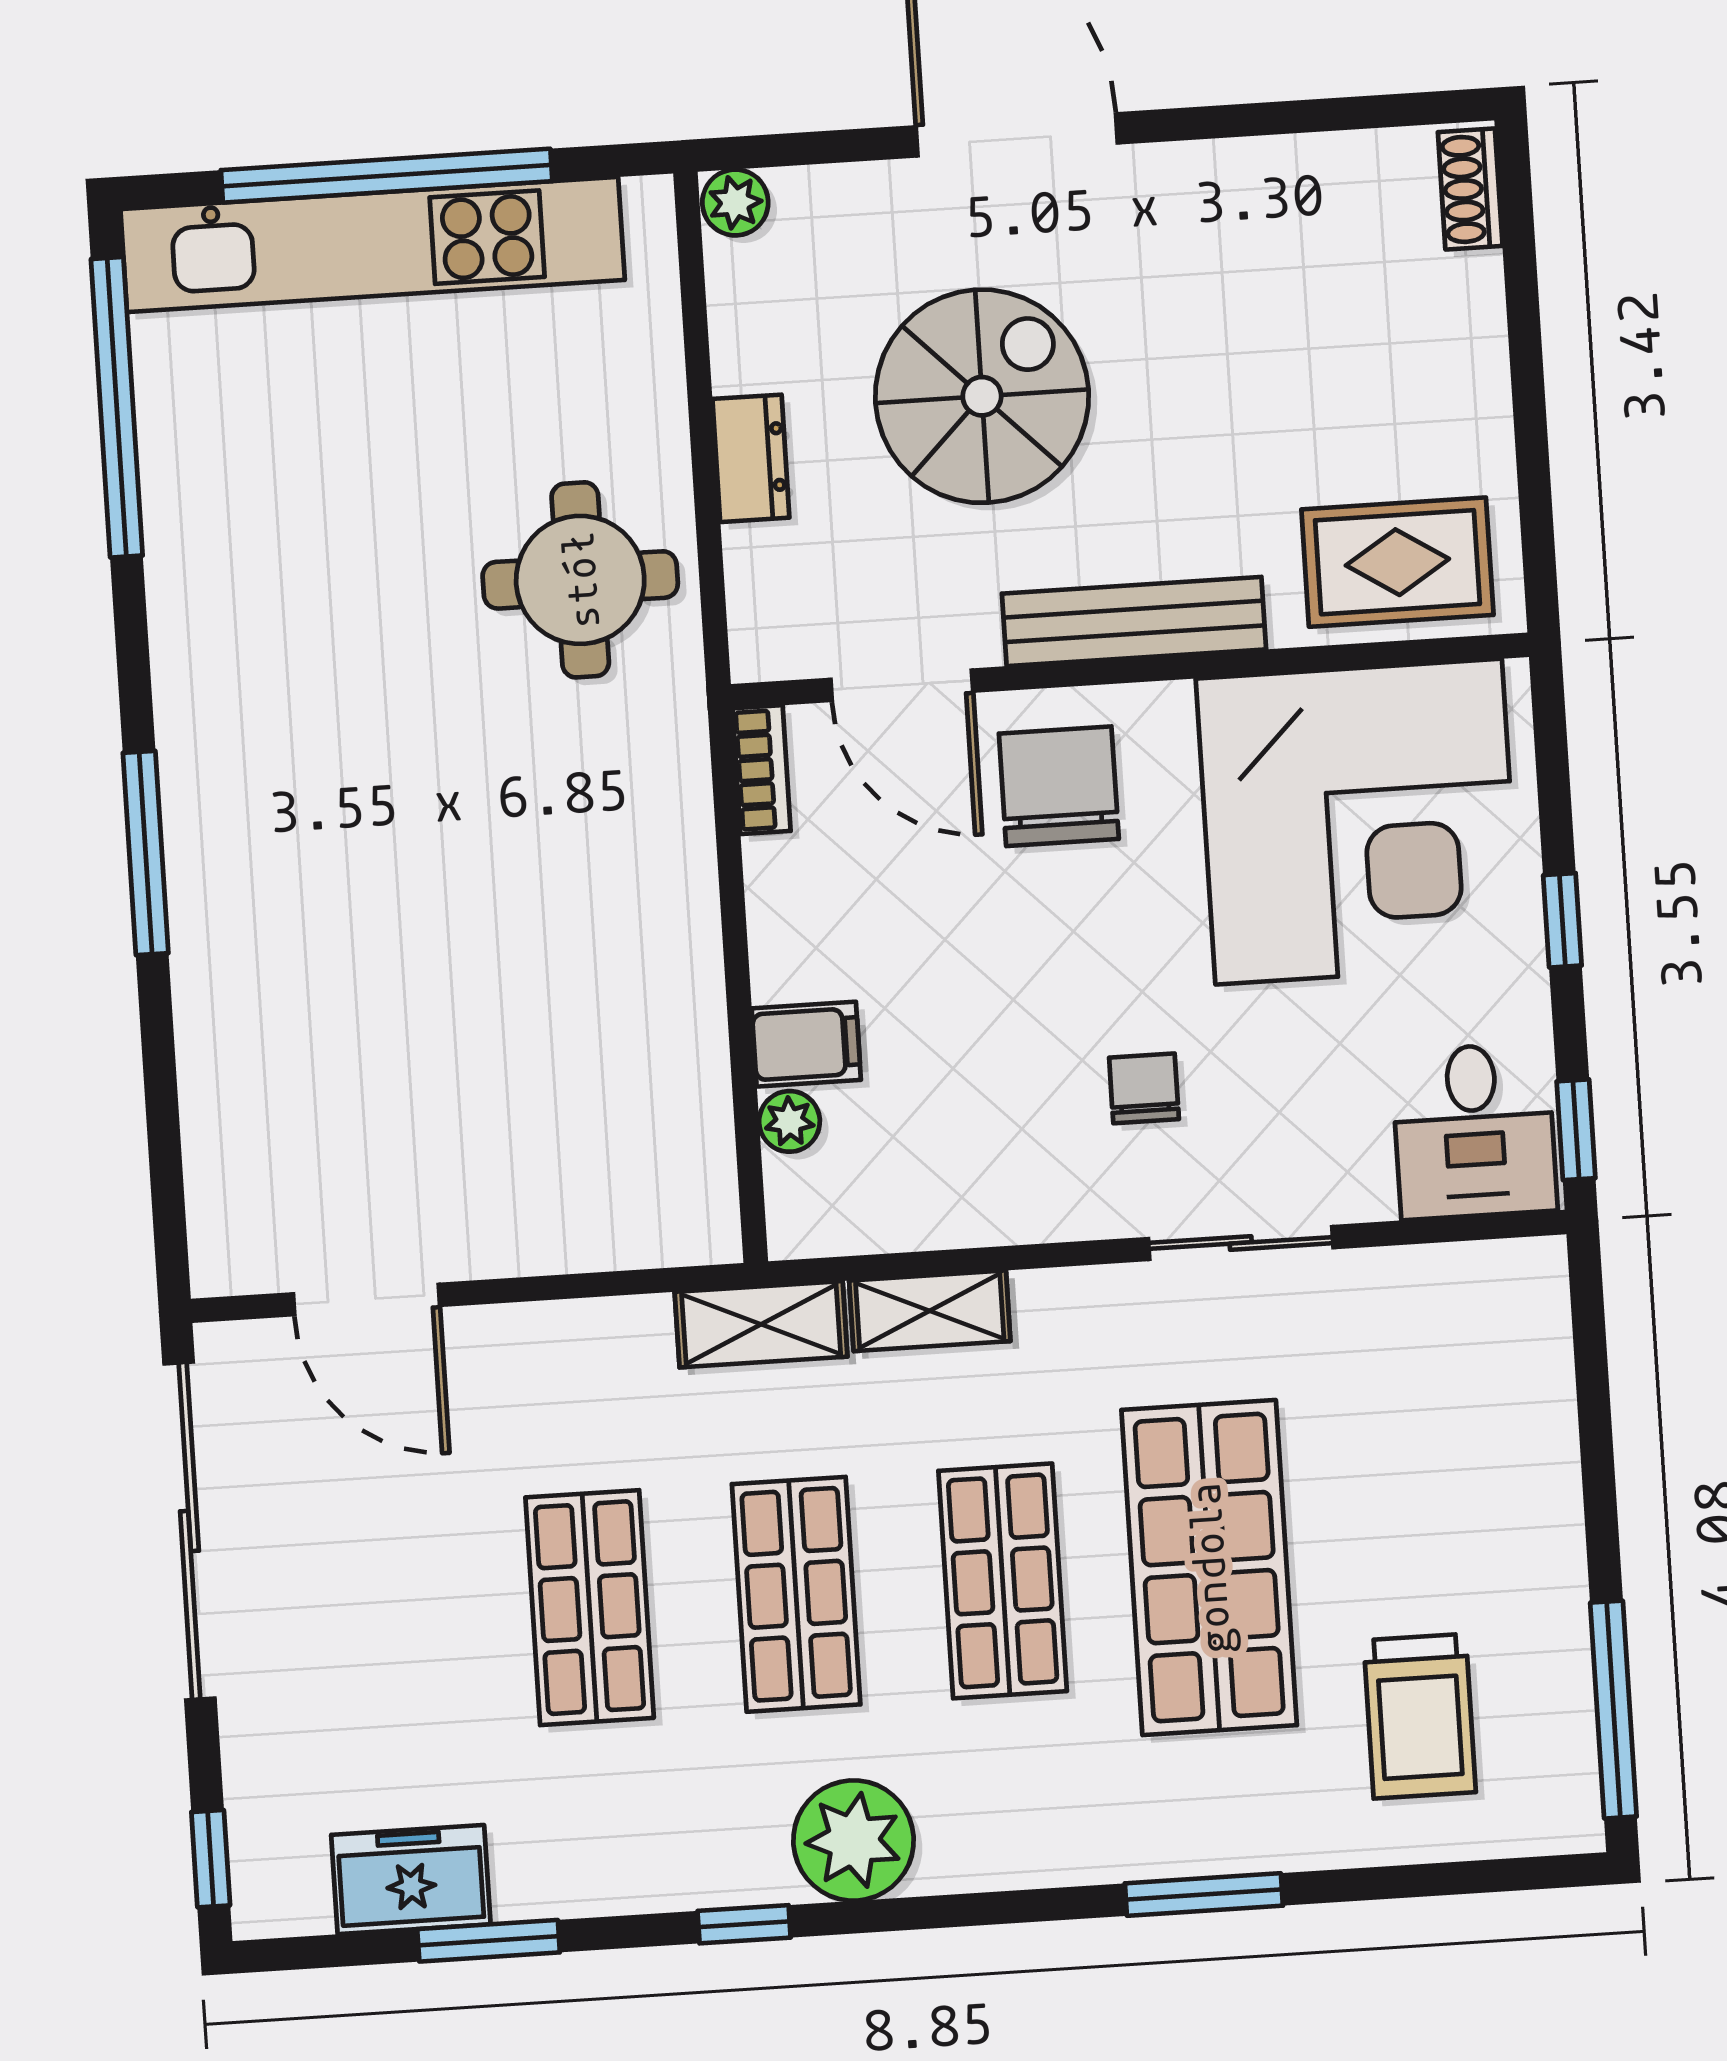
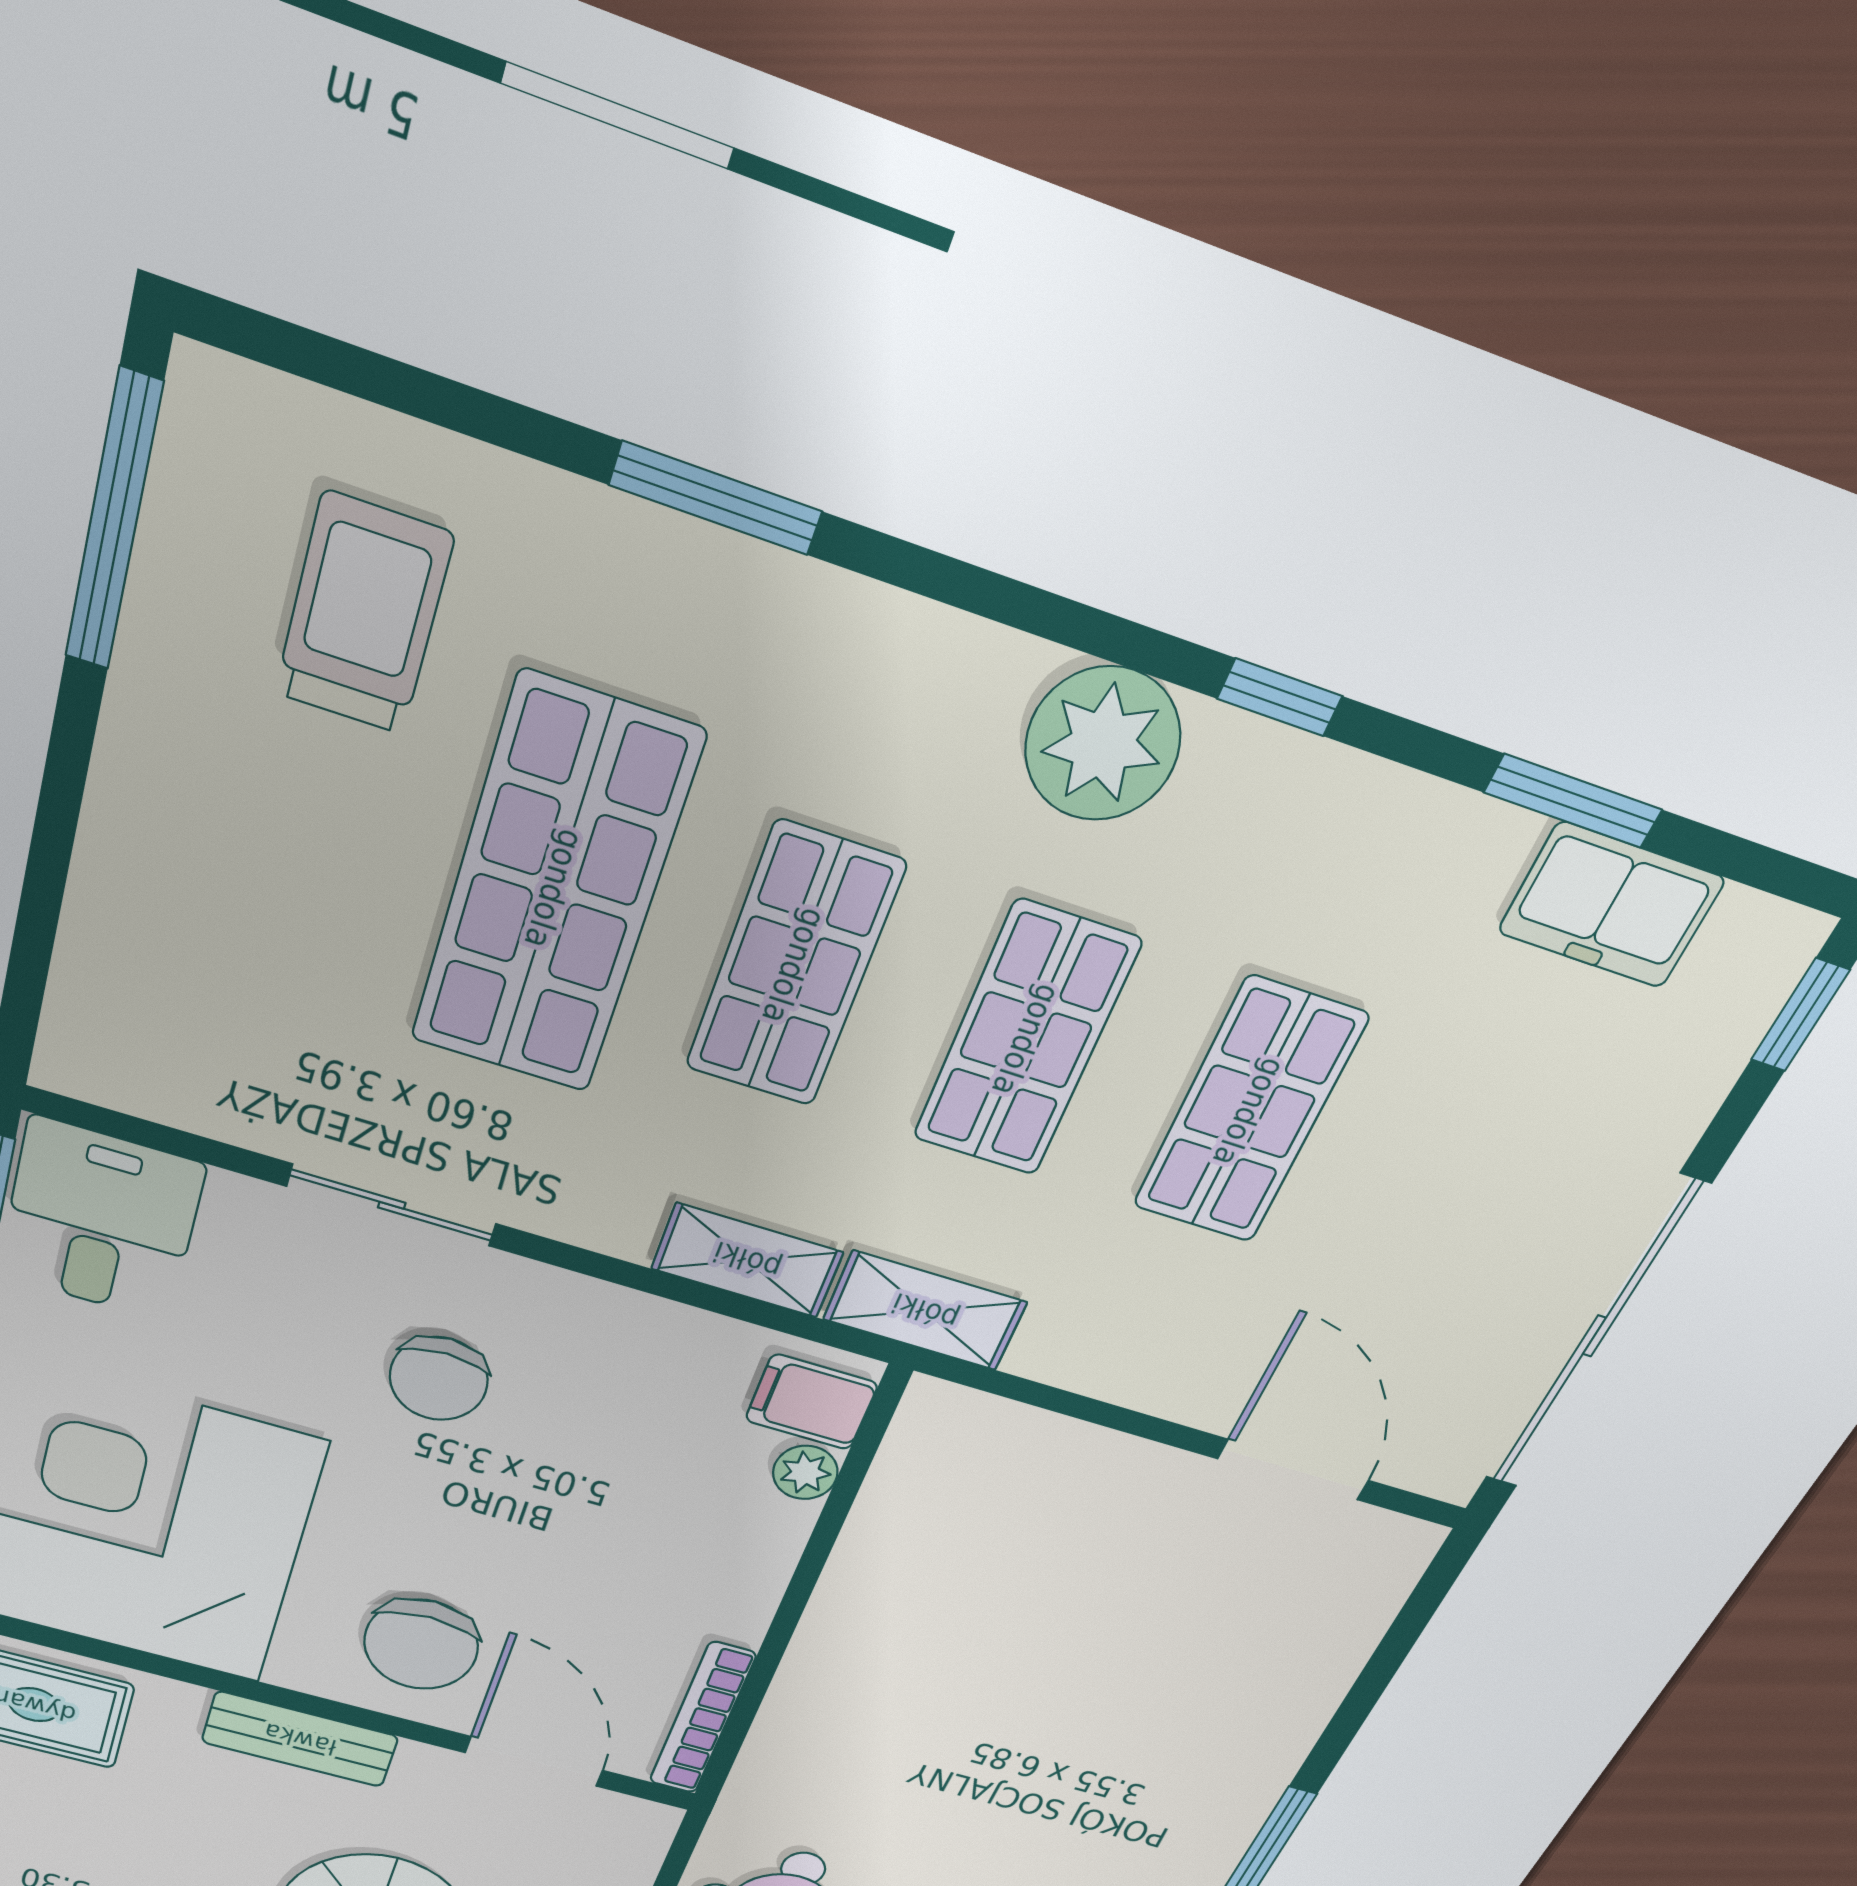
bench: (1134, 621) -> (300, 1739), width x0.73
bookcase: (761, 770) -> (702, 1718), width x1.56
filing cabinet: (806, 1044) -> (811, 1402), moved
chair: (1144, 1088) -> (439, 1379), width x1.37, depth x1.37

